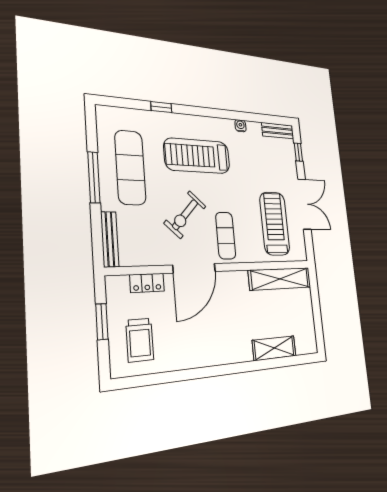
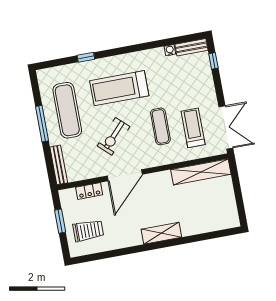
water cooler: (241, 126) -> (170, 50), moved
double door: (304, 204) -> (226, 127), moved
treadmill: (275, 224) -> (193, 128), width x0.73, depth x0.73
exercise mat: (226, 236) -> (160, 126), moved
trolley: (140, 340) -> (88, 231), turned -90
shelving: (274, 348) -> (161, 233), moved

